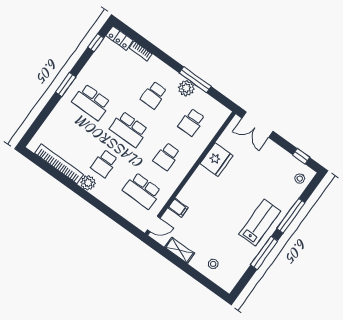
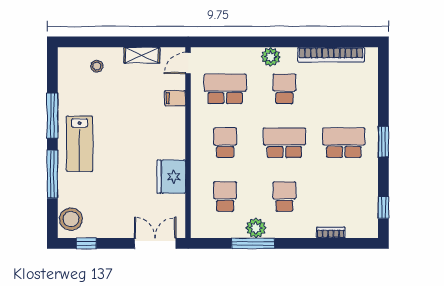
locker: (120, 38) -> (362, 230), removed
stool: (300, 179) -> (71, 219), width x1.89, depth x1.89
plant: (88, 183) -> (271, 57), moved

